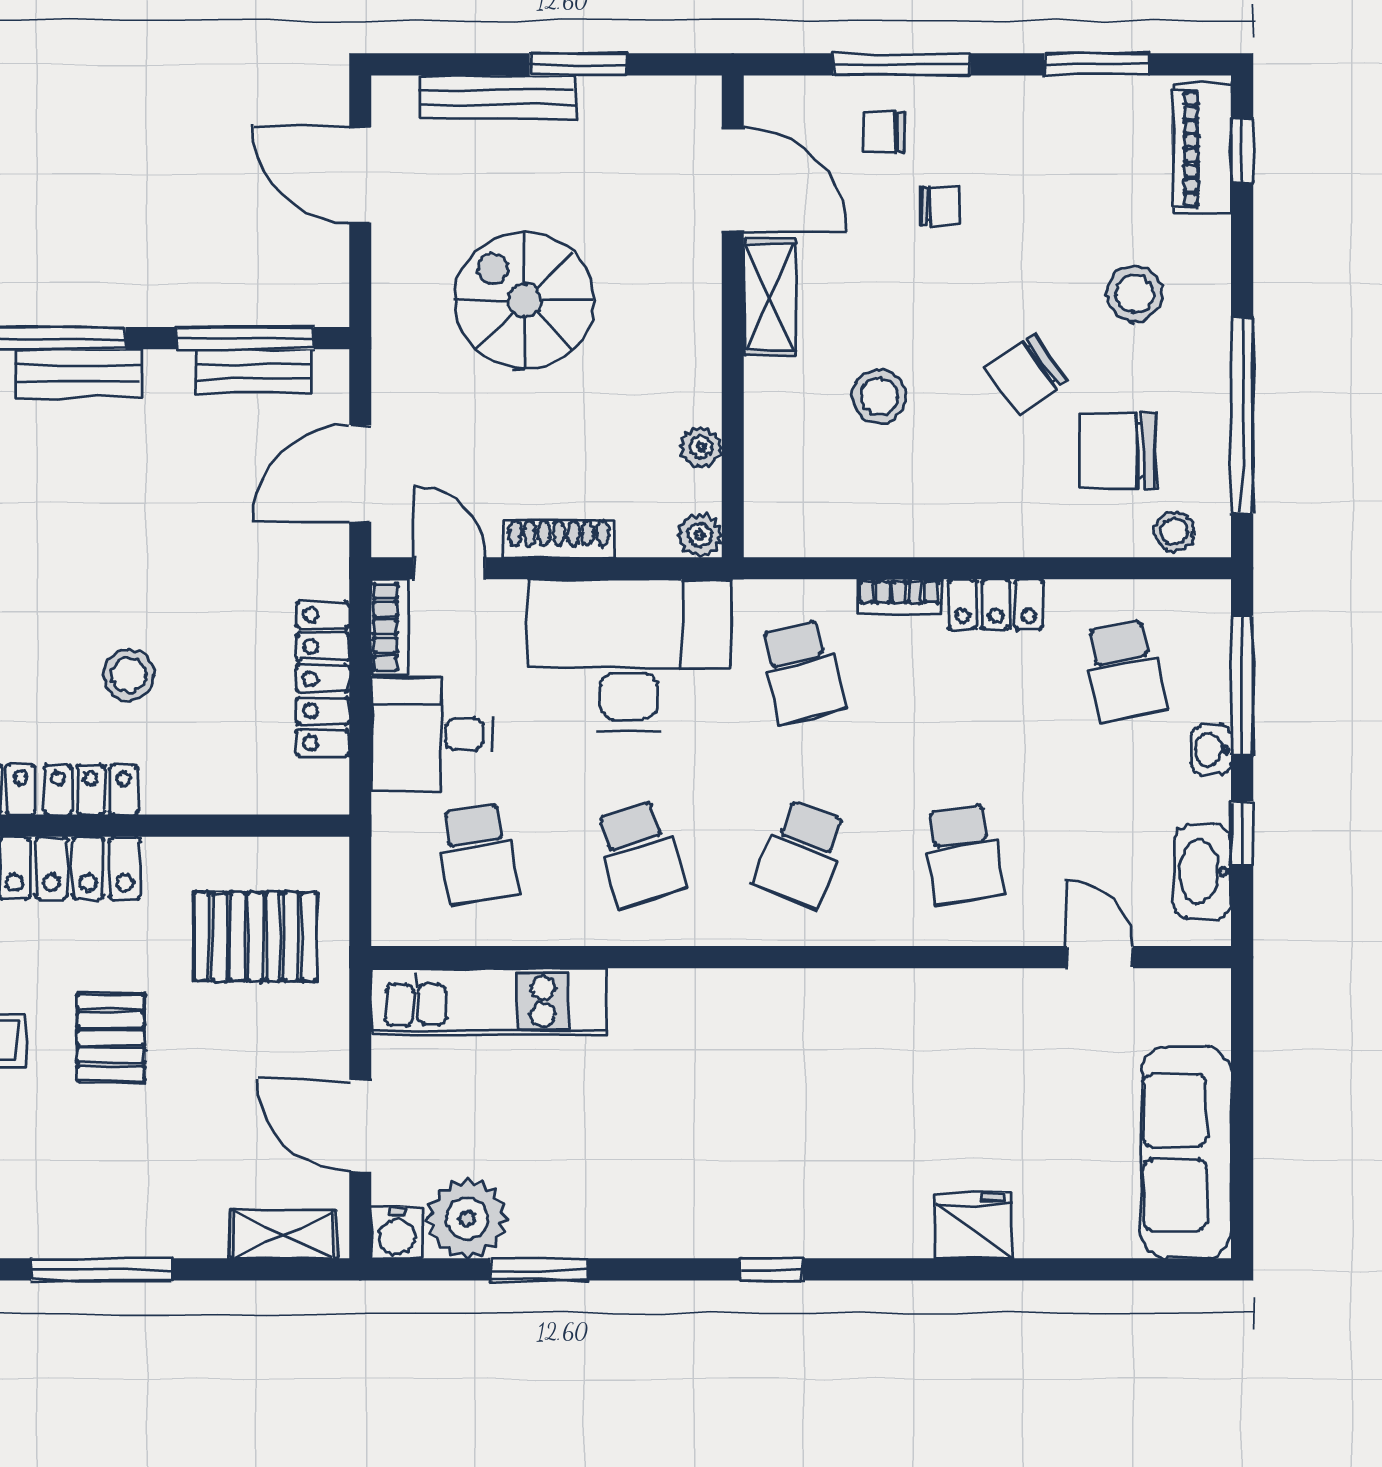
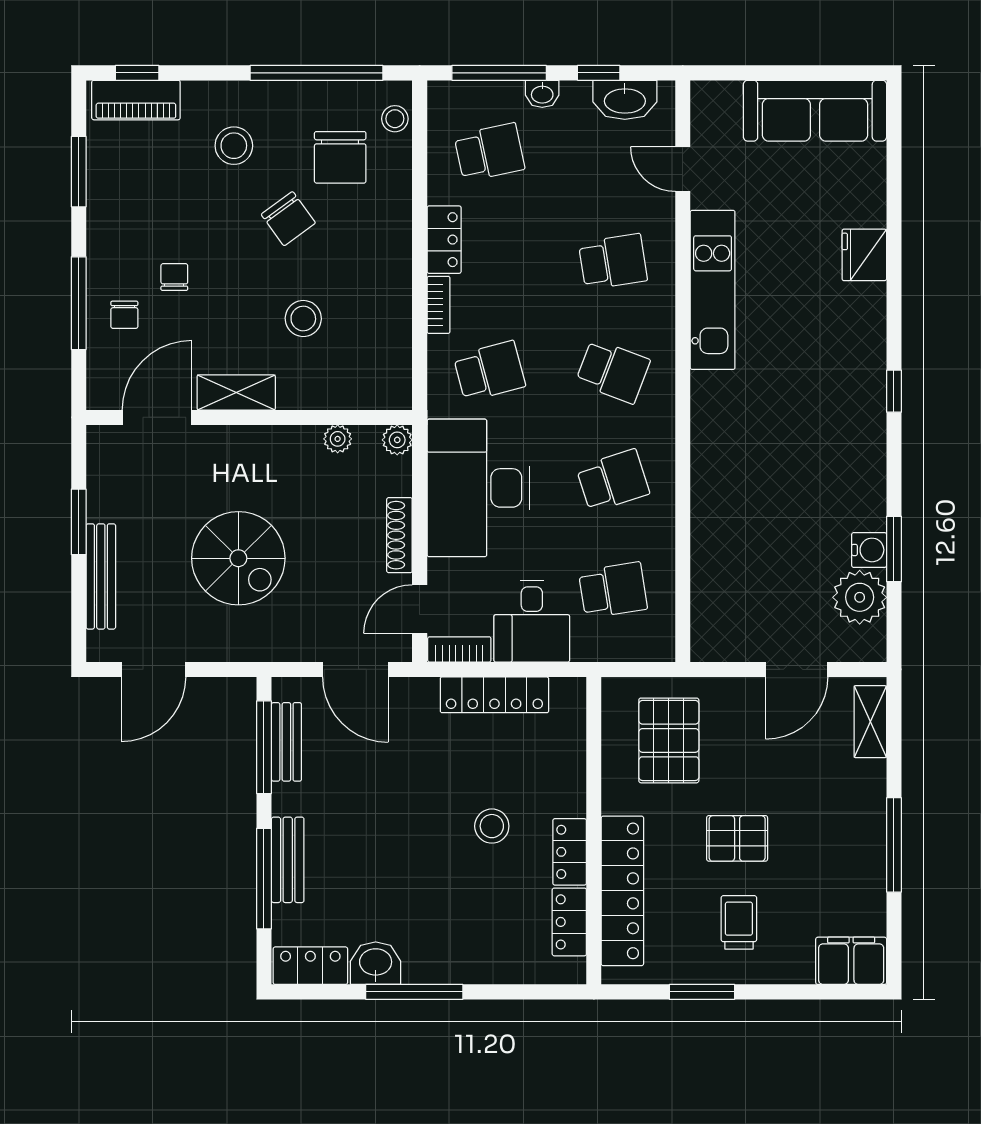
spiral stairs: (525, 300) -> (238, 558), turned -90
door: (1100, 957) -> (683, 169), hinge flipped
kitchen unit: (489, 1001) -> (713, 290), moved
water cooler: (397, 1233) -> (869, 550), moved

